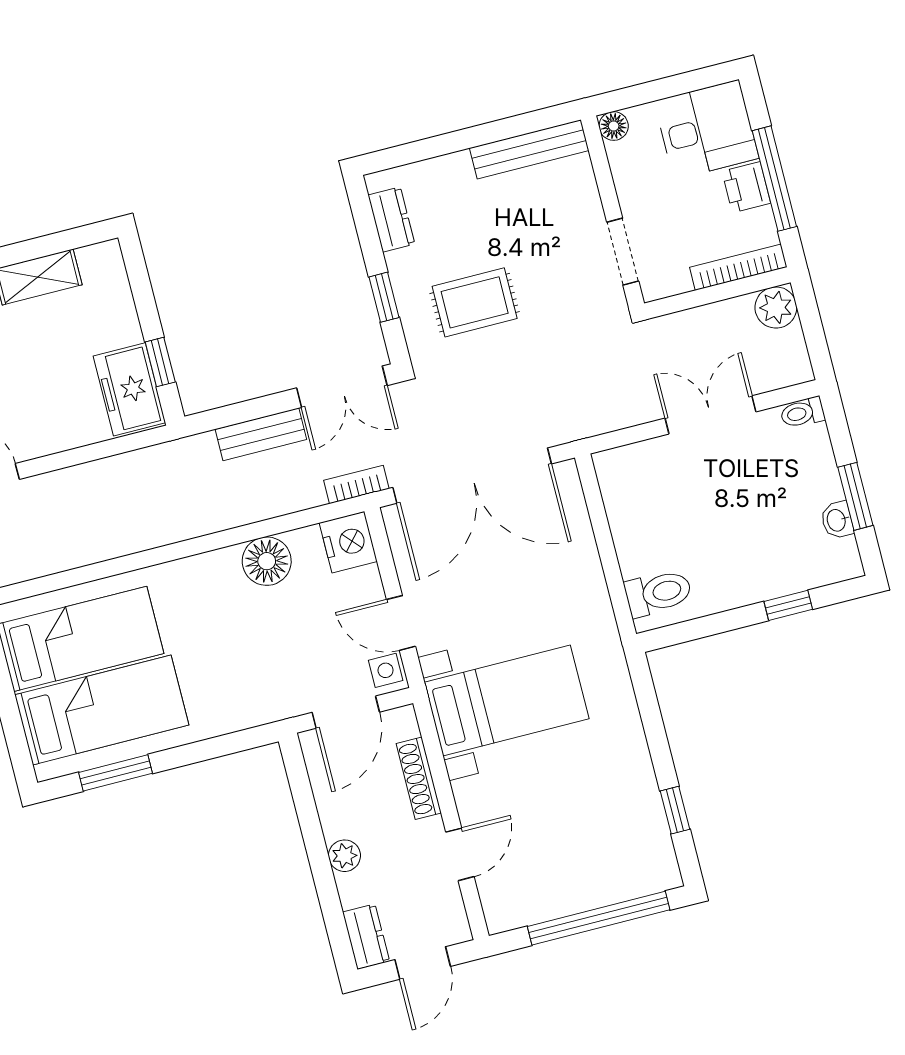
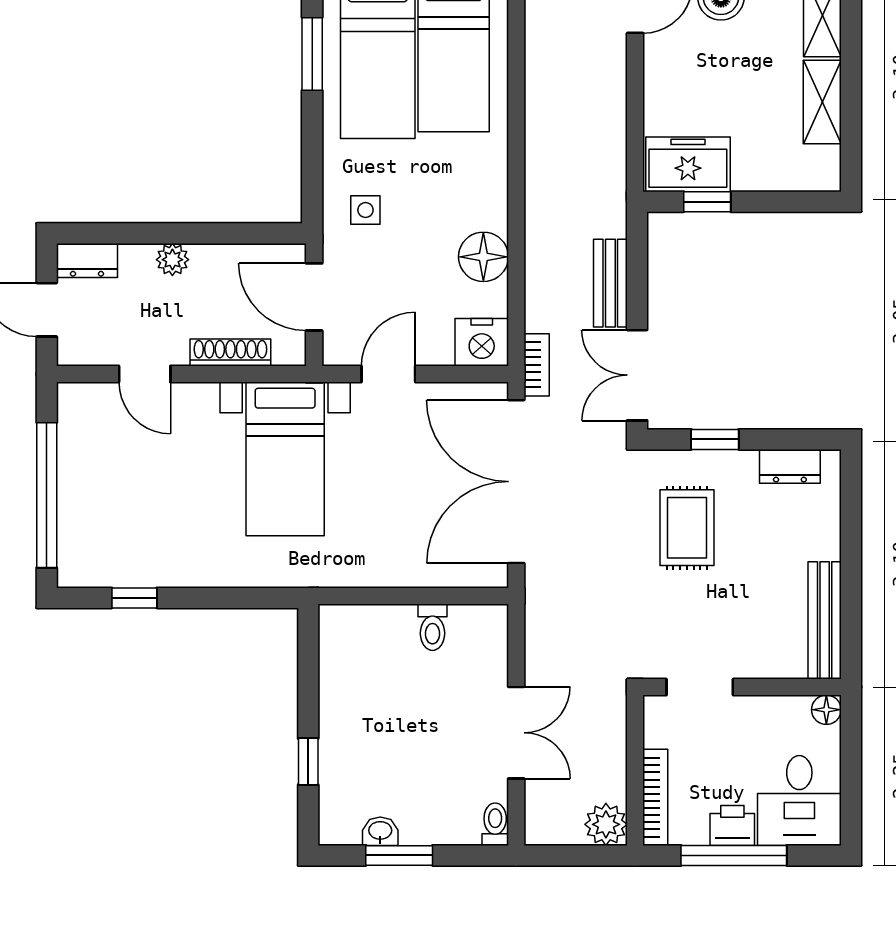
toilet: (658, 593) -> (433, 627), moved, width x0.73, depth x0.72
side table: (386, 670) -> (365, 210), moved

